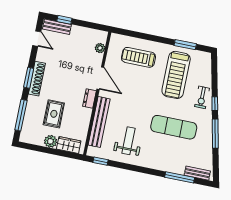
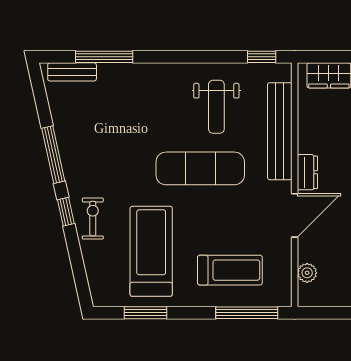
window: (134, 34) -> (247, 313), added
door: (100, 78) -> (295, 215), swing flipped
exercise mat: (174, 127) -> (200, 168), moved

